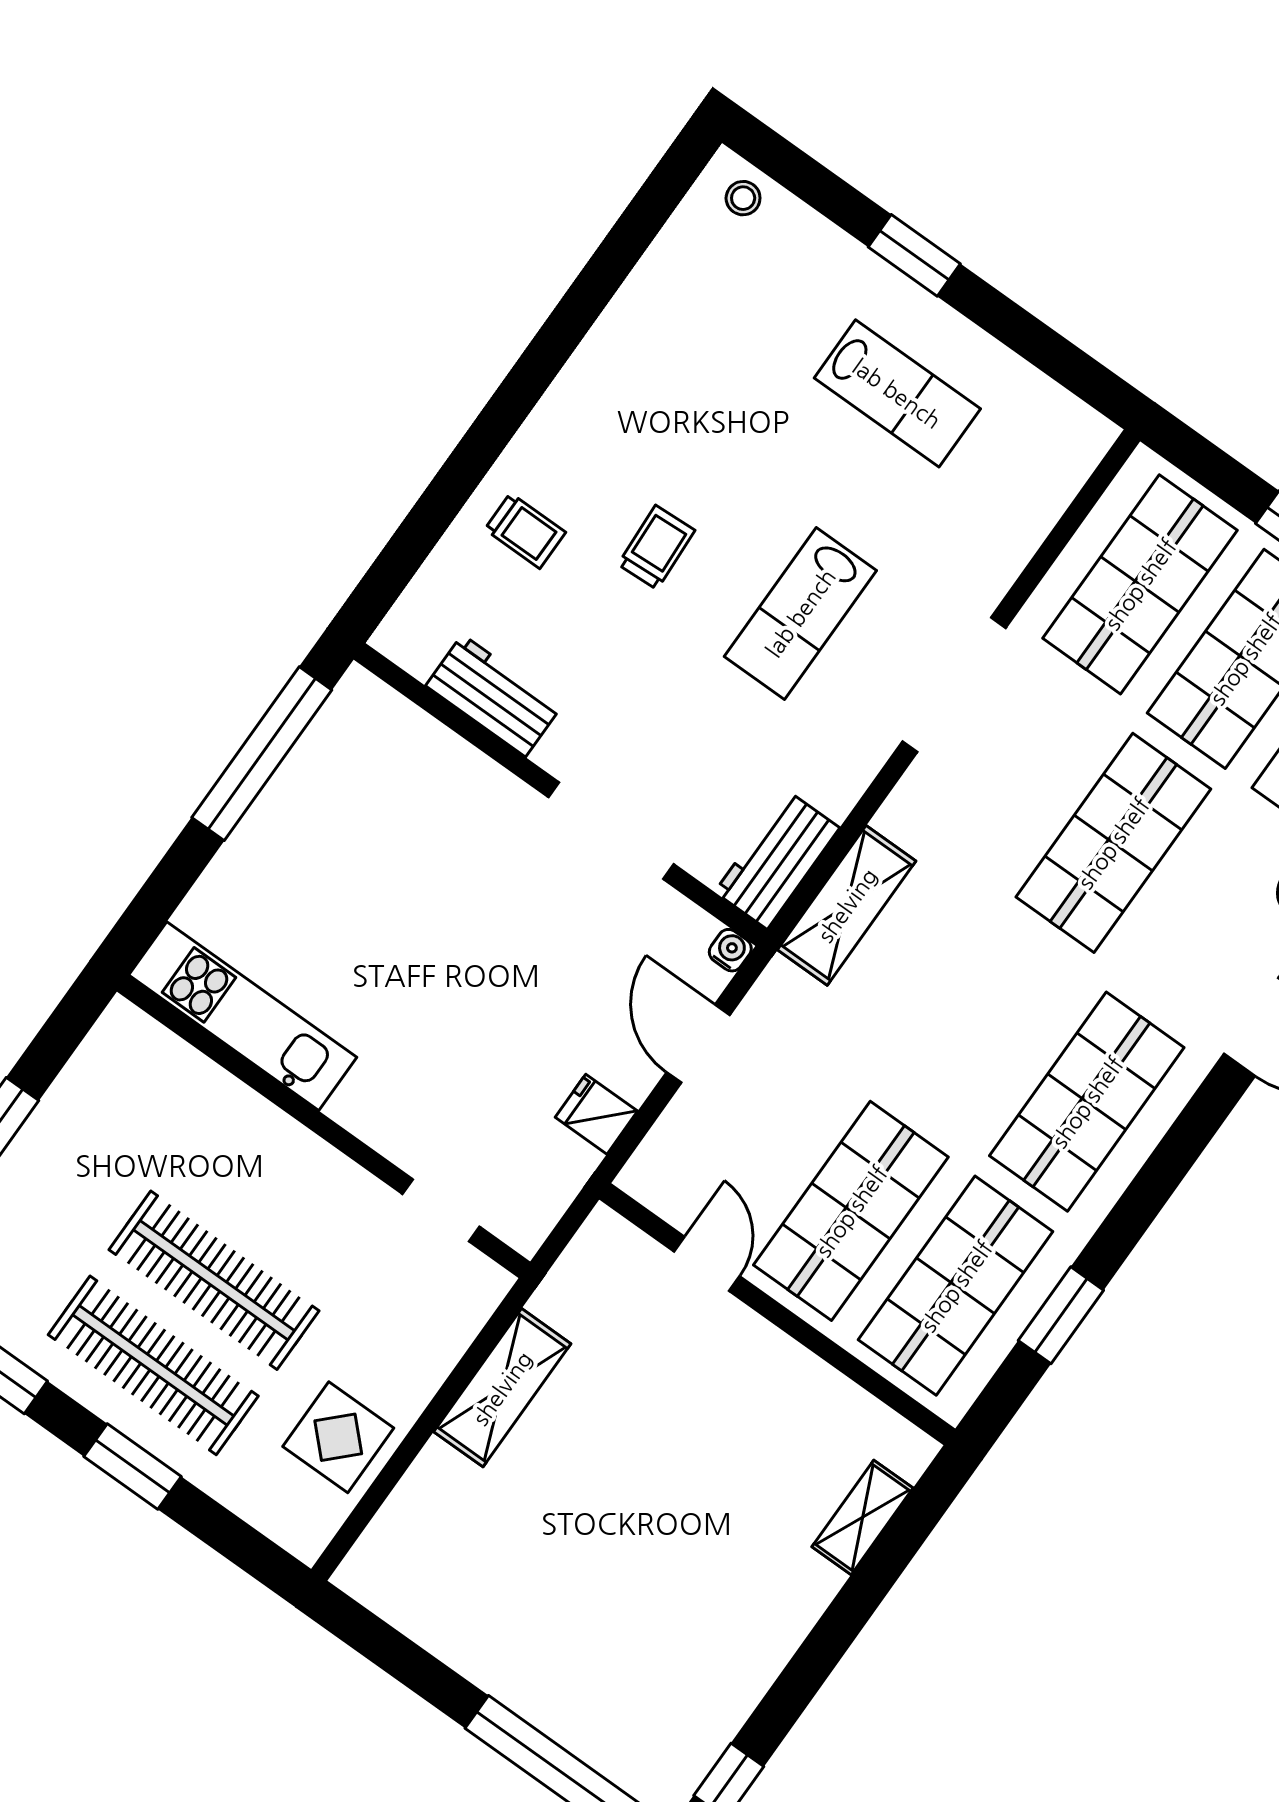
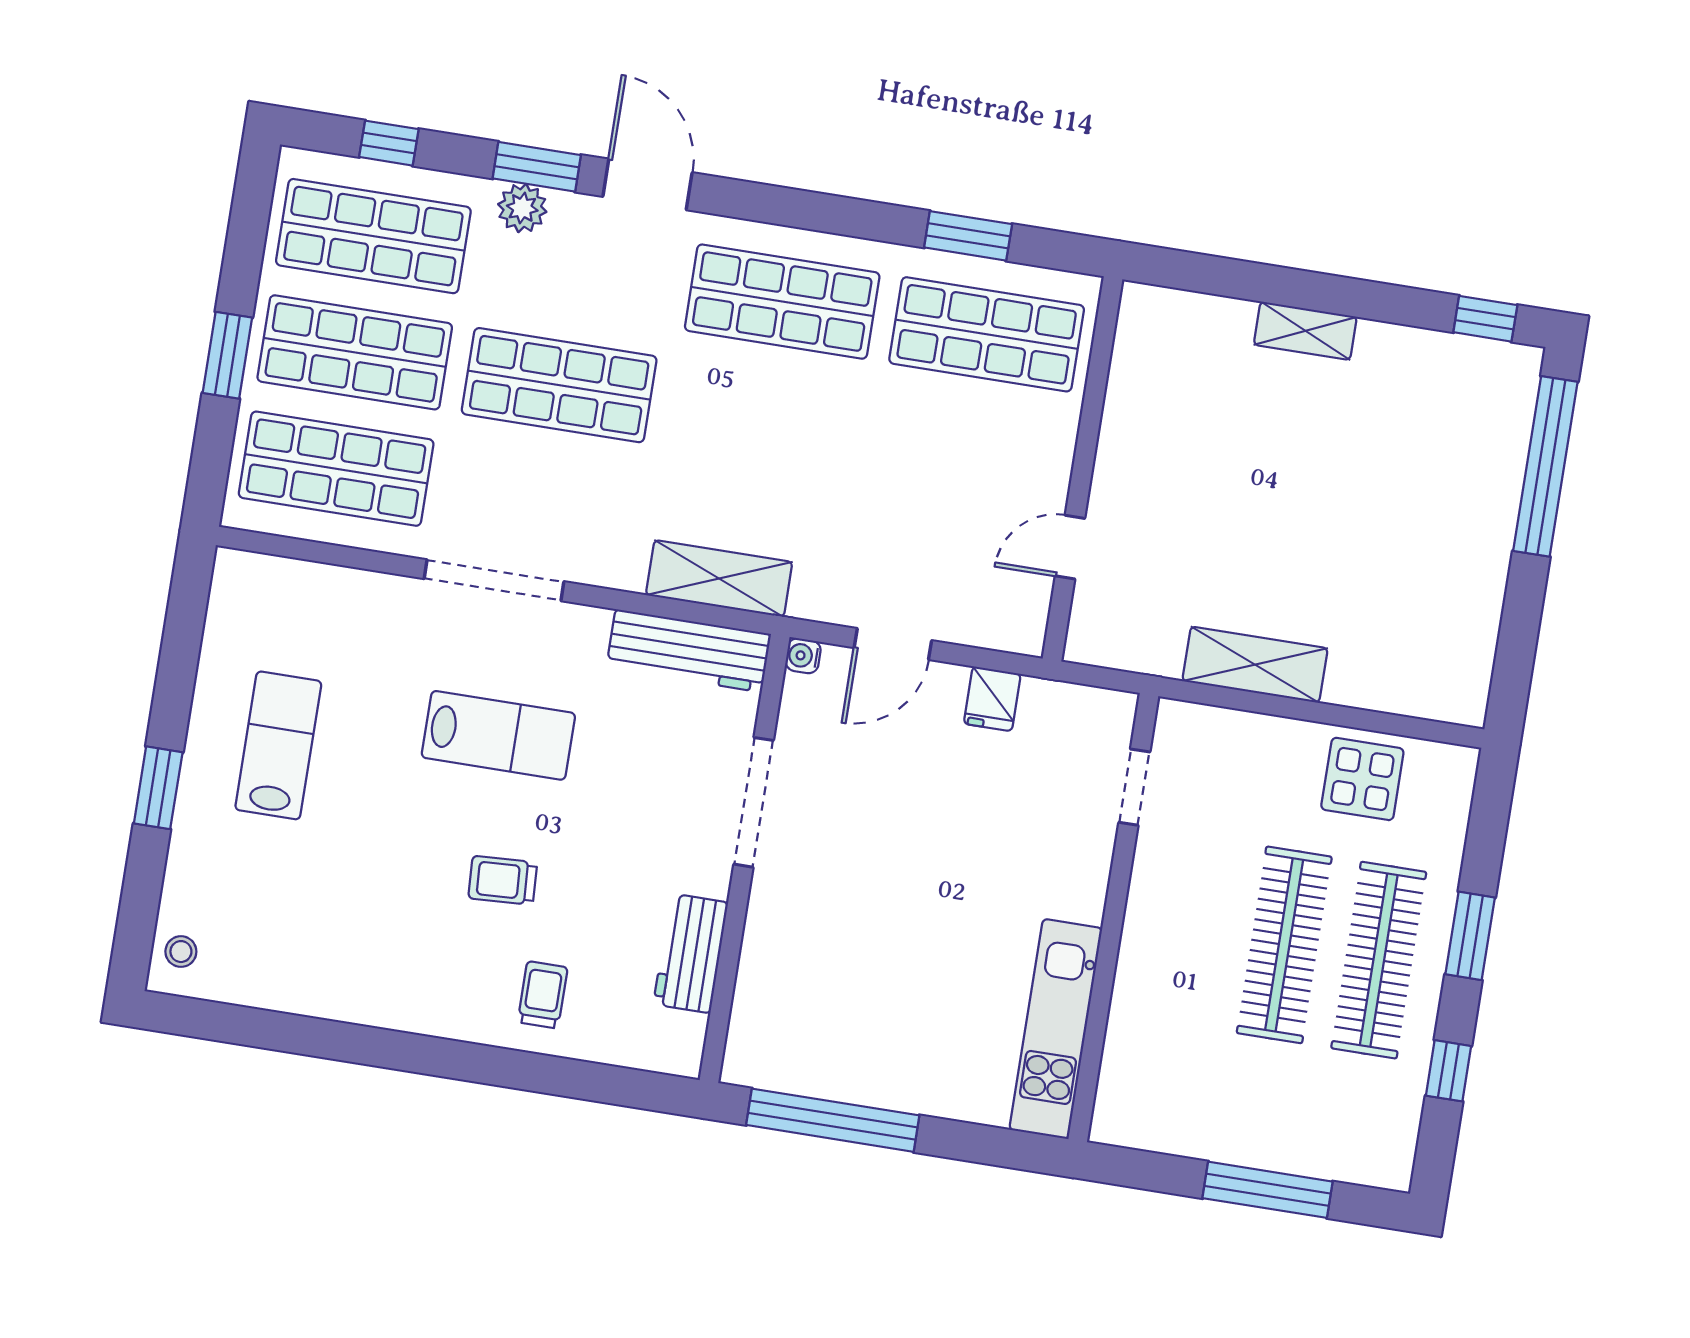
workbench: (777, 860) -> (689, 651), width x1.37
shop shelf: (851, 1211) -> (968, 451), removed
shelving: (863, 1517) -> (1305, 331), moved

